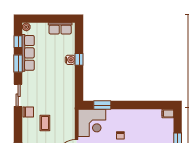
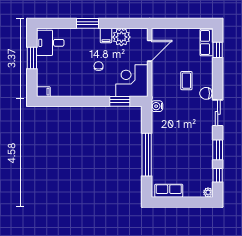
row of seats: (28, 53) -> (206, 162), removed
window: (79, 59) -> (147, 155), width x3.17
water cooler: (70, 60) -> (157, 106), moved

